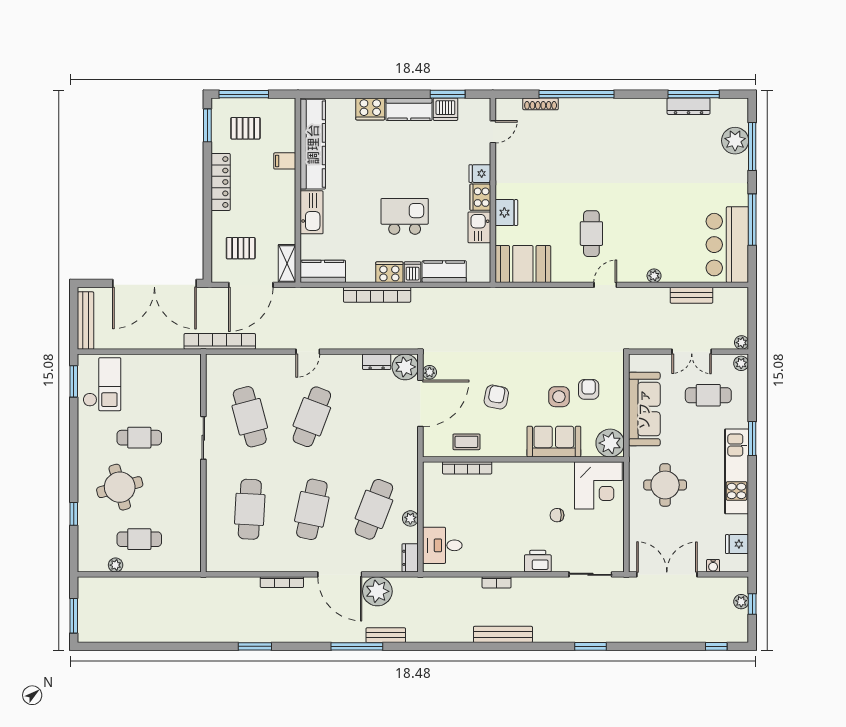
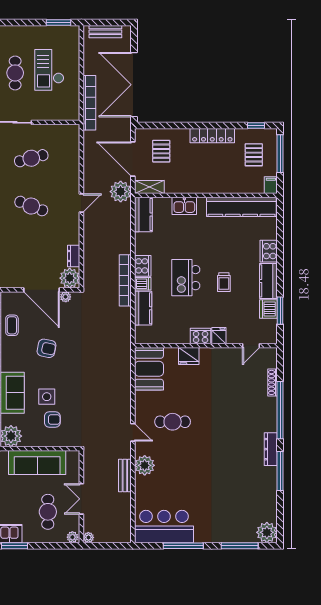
window: (694, 94) -> (280, 471), moved
dresser: (689, 106) -> (271, 449), moved
window: (207, 125) -> (256, 125), width x0.67
door: (493, 132) -> (251, 346), hinge flipped
plant: (735, 141) -> (267, 532), moved
filing cabinet: (285, 161) -> (271, 185), moved
trolley: (410, 167) -> (224, 282), added
kitchen sink: (312, 212) -> (184, 206), width x0.73
kitchen island: (405, 216) -> (186, 278), turned 180
kitchen sink: (479, 227) -> (177, 335), removed
plant: (654, 276) -> (145, 465), width x1.87, depth x1.87
bookcase: (377, 295) -> (125, 280), moved
bench: (691, 295) -> (125, 475), moved
plant: (293, 301) -> (121, 192), added
bench: (86, 321) -> (105, 32), width x0.73
bookcase: (220, 341) -> (89, 103), moved
door: (308, 352) -> (81, 203), swing flipped
checkout: (102, 384) -> (49, 70), moved, turned 90
cafe table: (250, 417) -> (31, 158), width x0.73, depth x0.74
cafe table: (312, 417) -> (31, 206), width x0.73, depth x0.74

